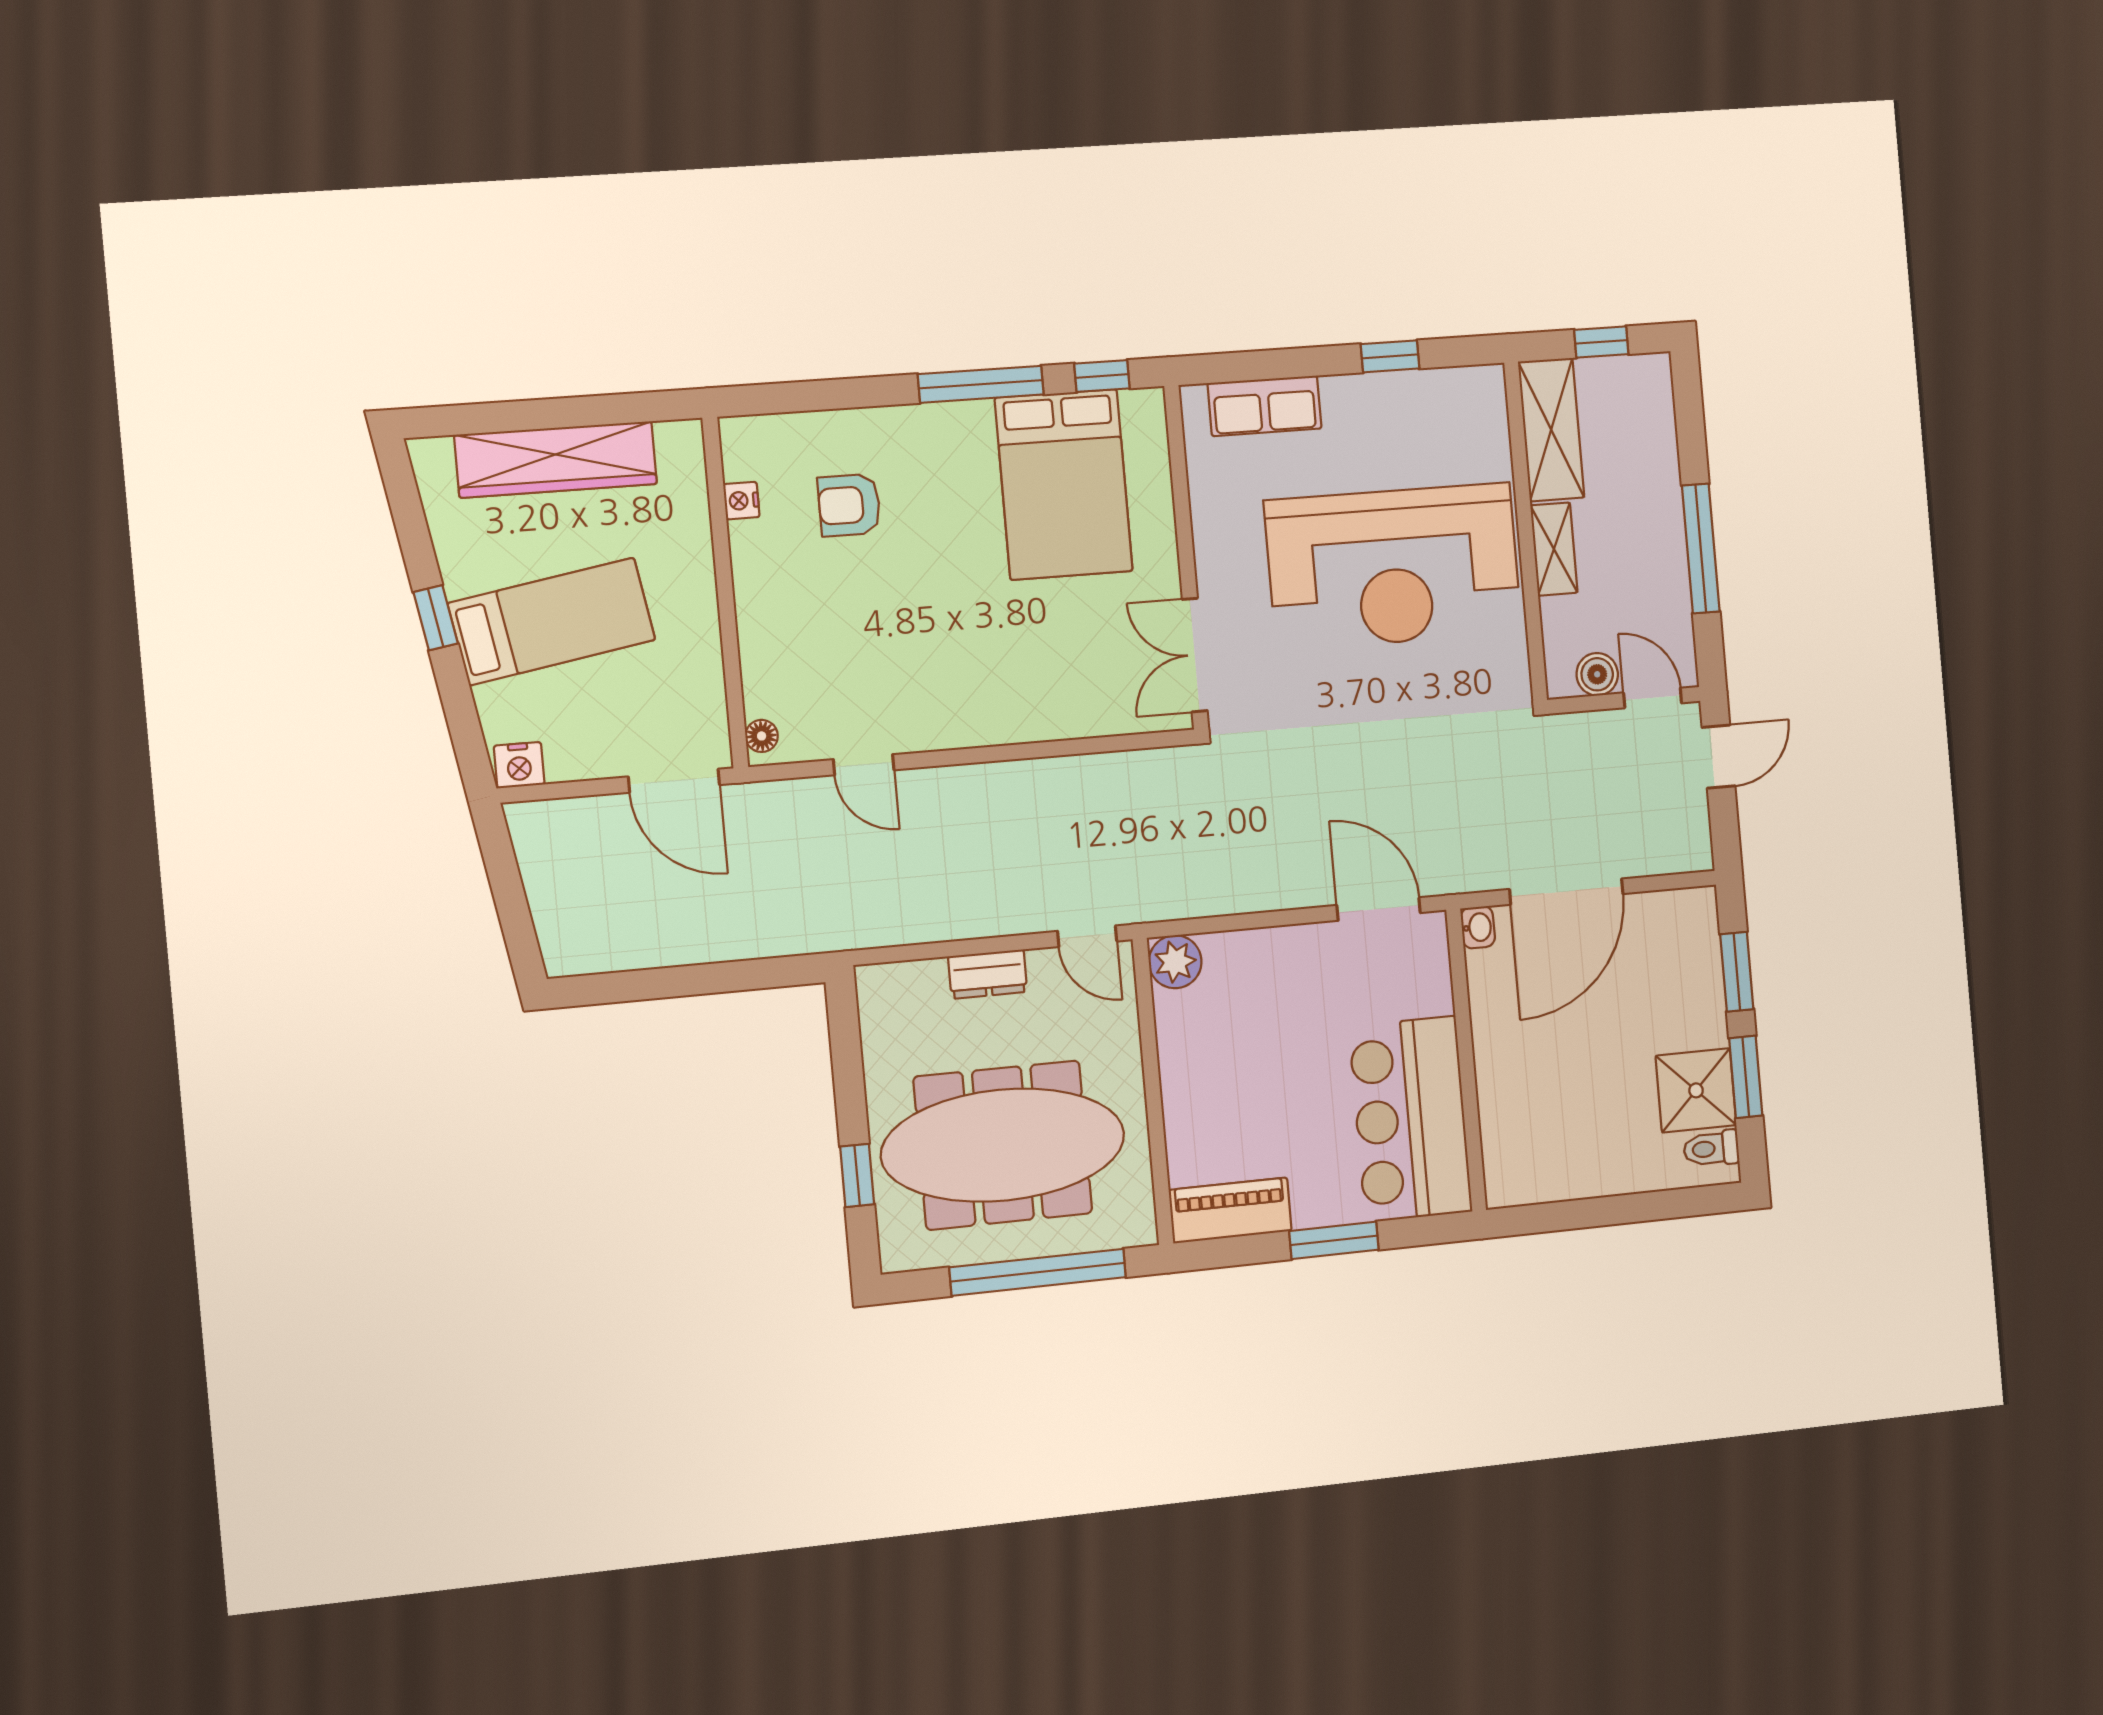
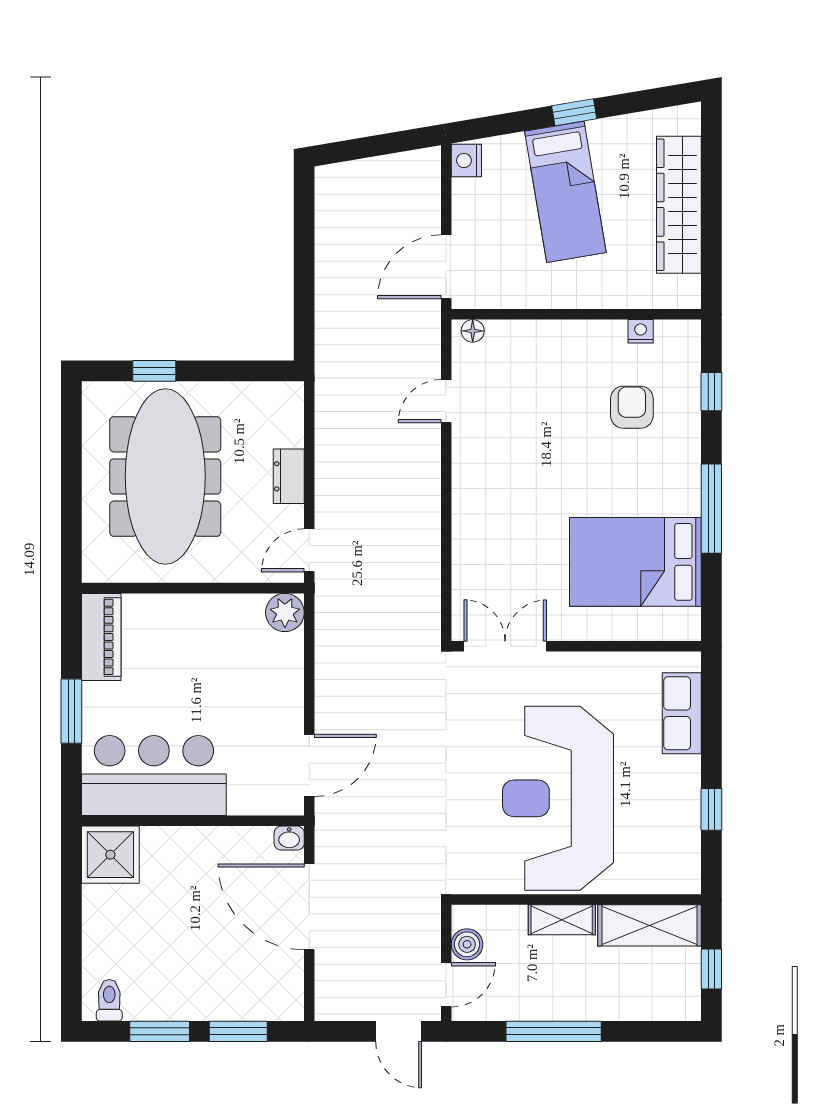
window: (1102, 376) -> (711, 392), moved
shower: (1696, 1090) -> (110, 855), moved
window: (1038, 1272) -> (71, 494), removed

